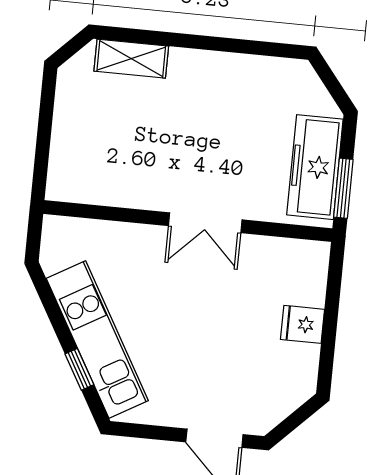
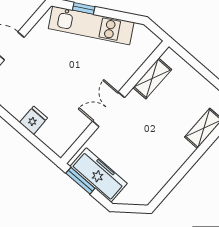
shelving: (112, 190) -> (152, 78), added

